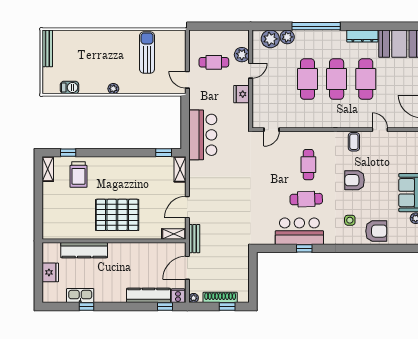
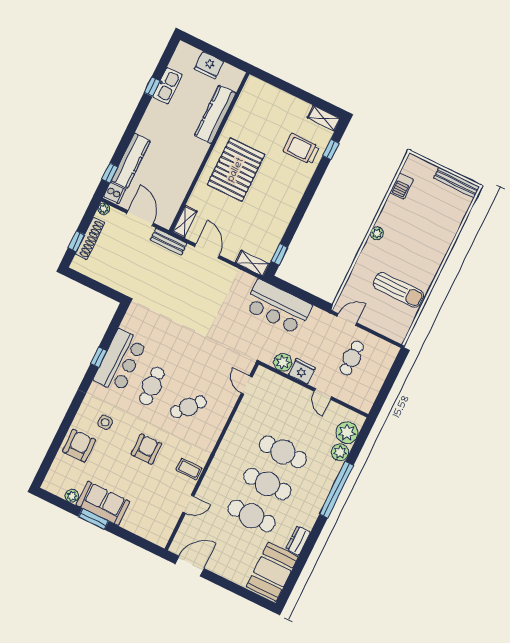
dresser: (362, 36) -> (298, 540), width x0.70
plant: (242, 55) -> (283, 362), moved
cafe table: (308, 165) -> (188, 407), turned -48
armchair: (376, 231) -> (79, 446), turned 180

